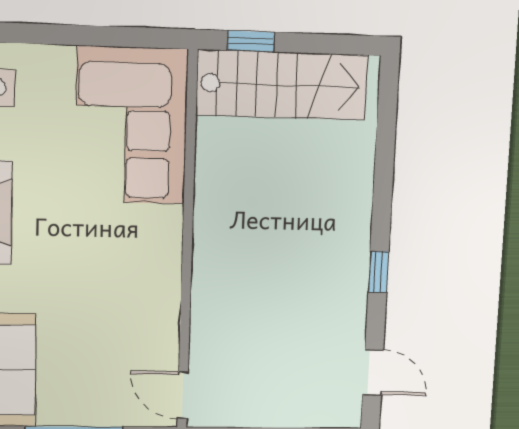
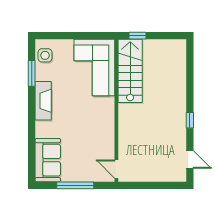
stairs: (282, 85) -> (130, 71), moved, turned -90

